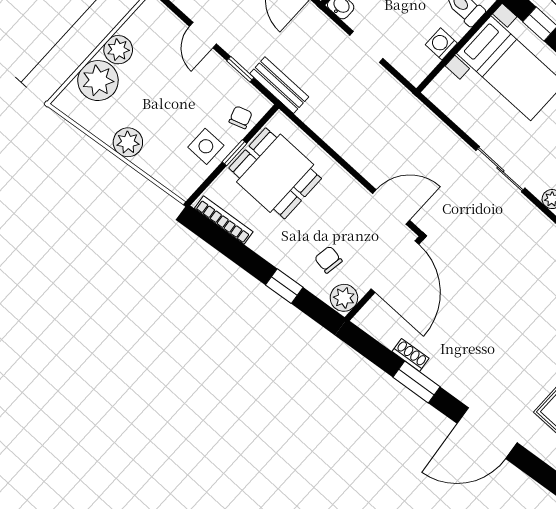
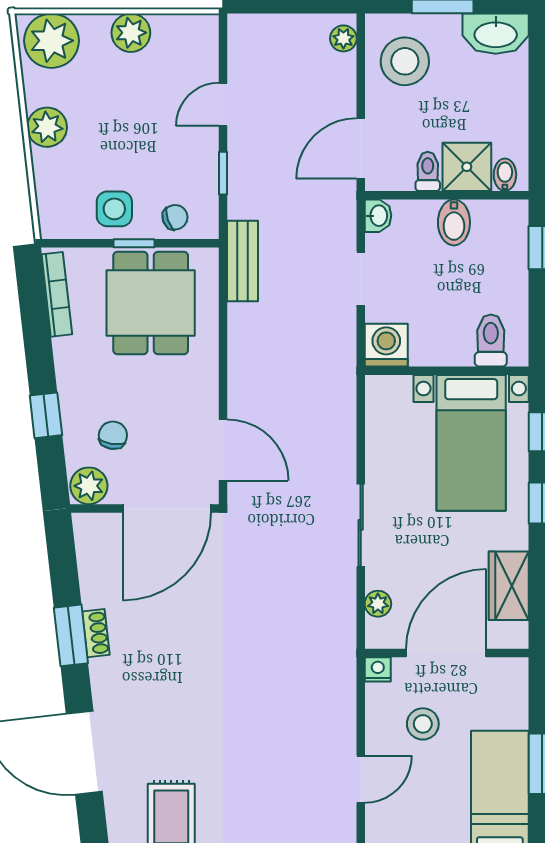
washing machine: (441, 44) -> (386, 345), moved, width x1.38, depth x1.38
plant: (98, 81) -> (51, 41), moved
bench: (279, 85) -> (243, 261), moved
shoe rack: (411, 355) -> (96, 633), moved

